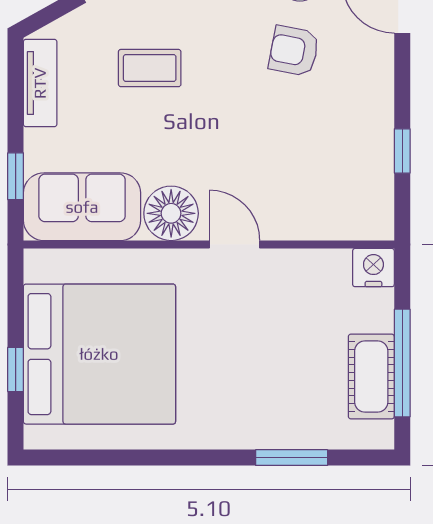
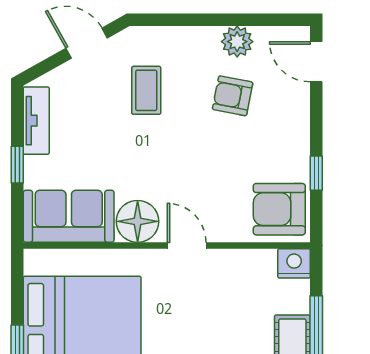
coffee table: (150, 68) -> (146, 90), moved, turned 90
window: (16, 176) -> (17, 165), moved
armchair: (354, 198) -> (279, 209), added

